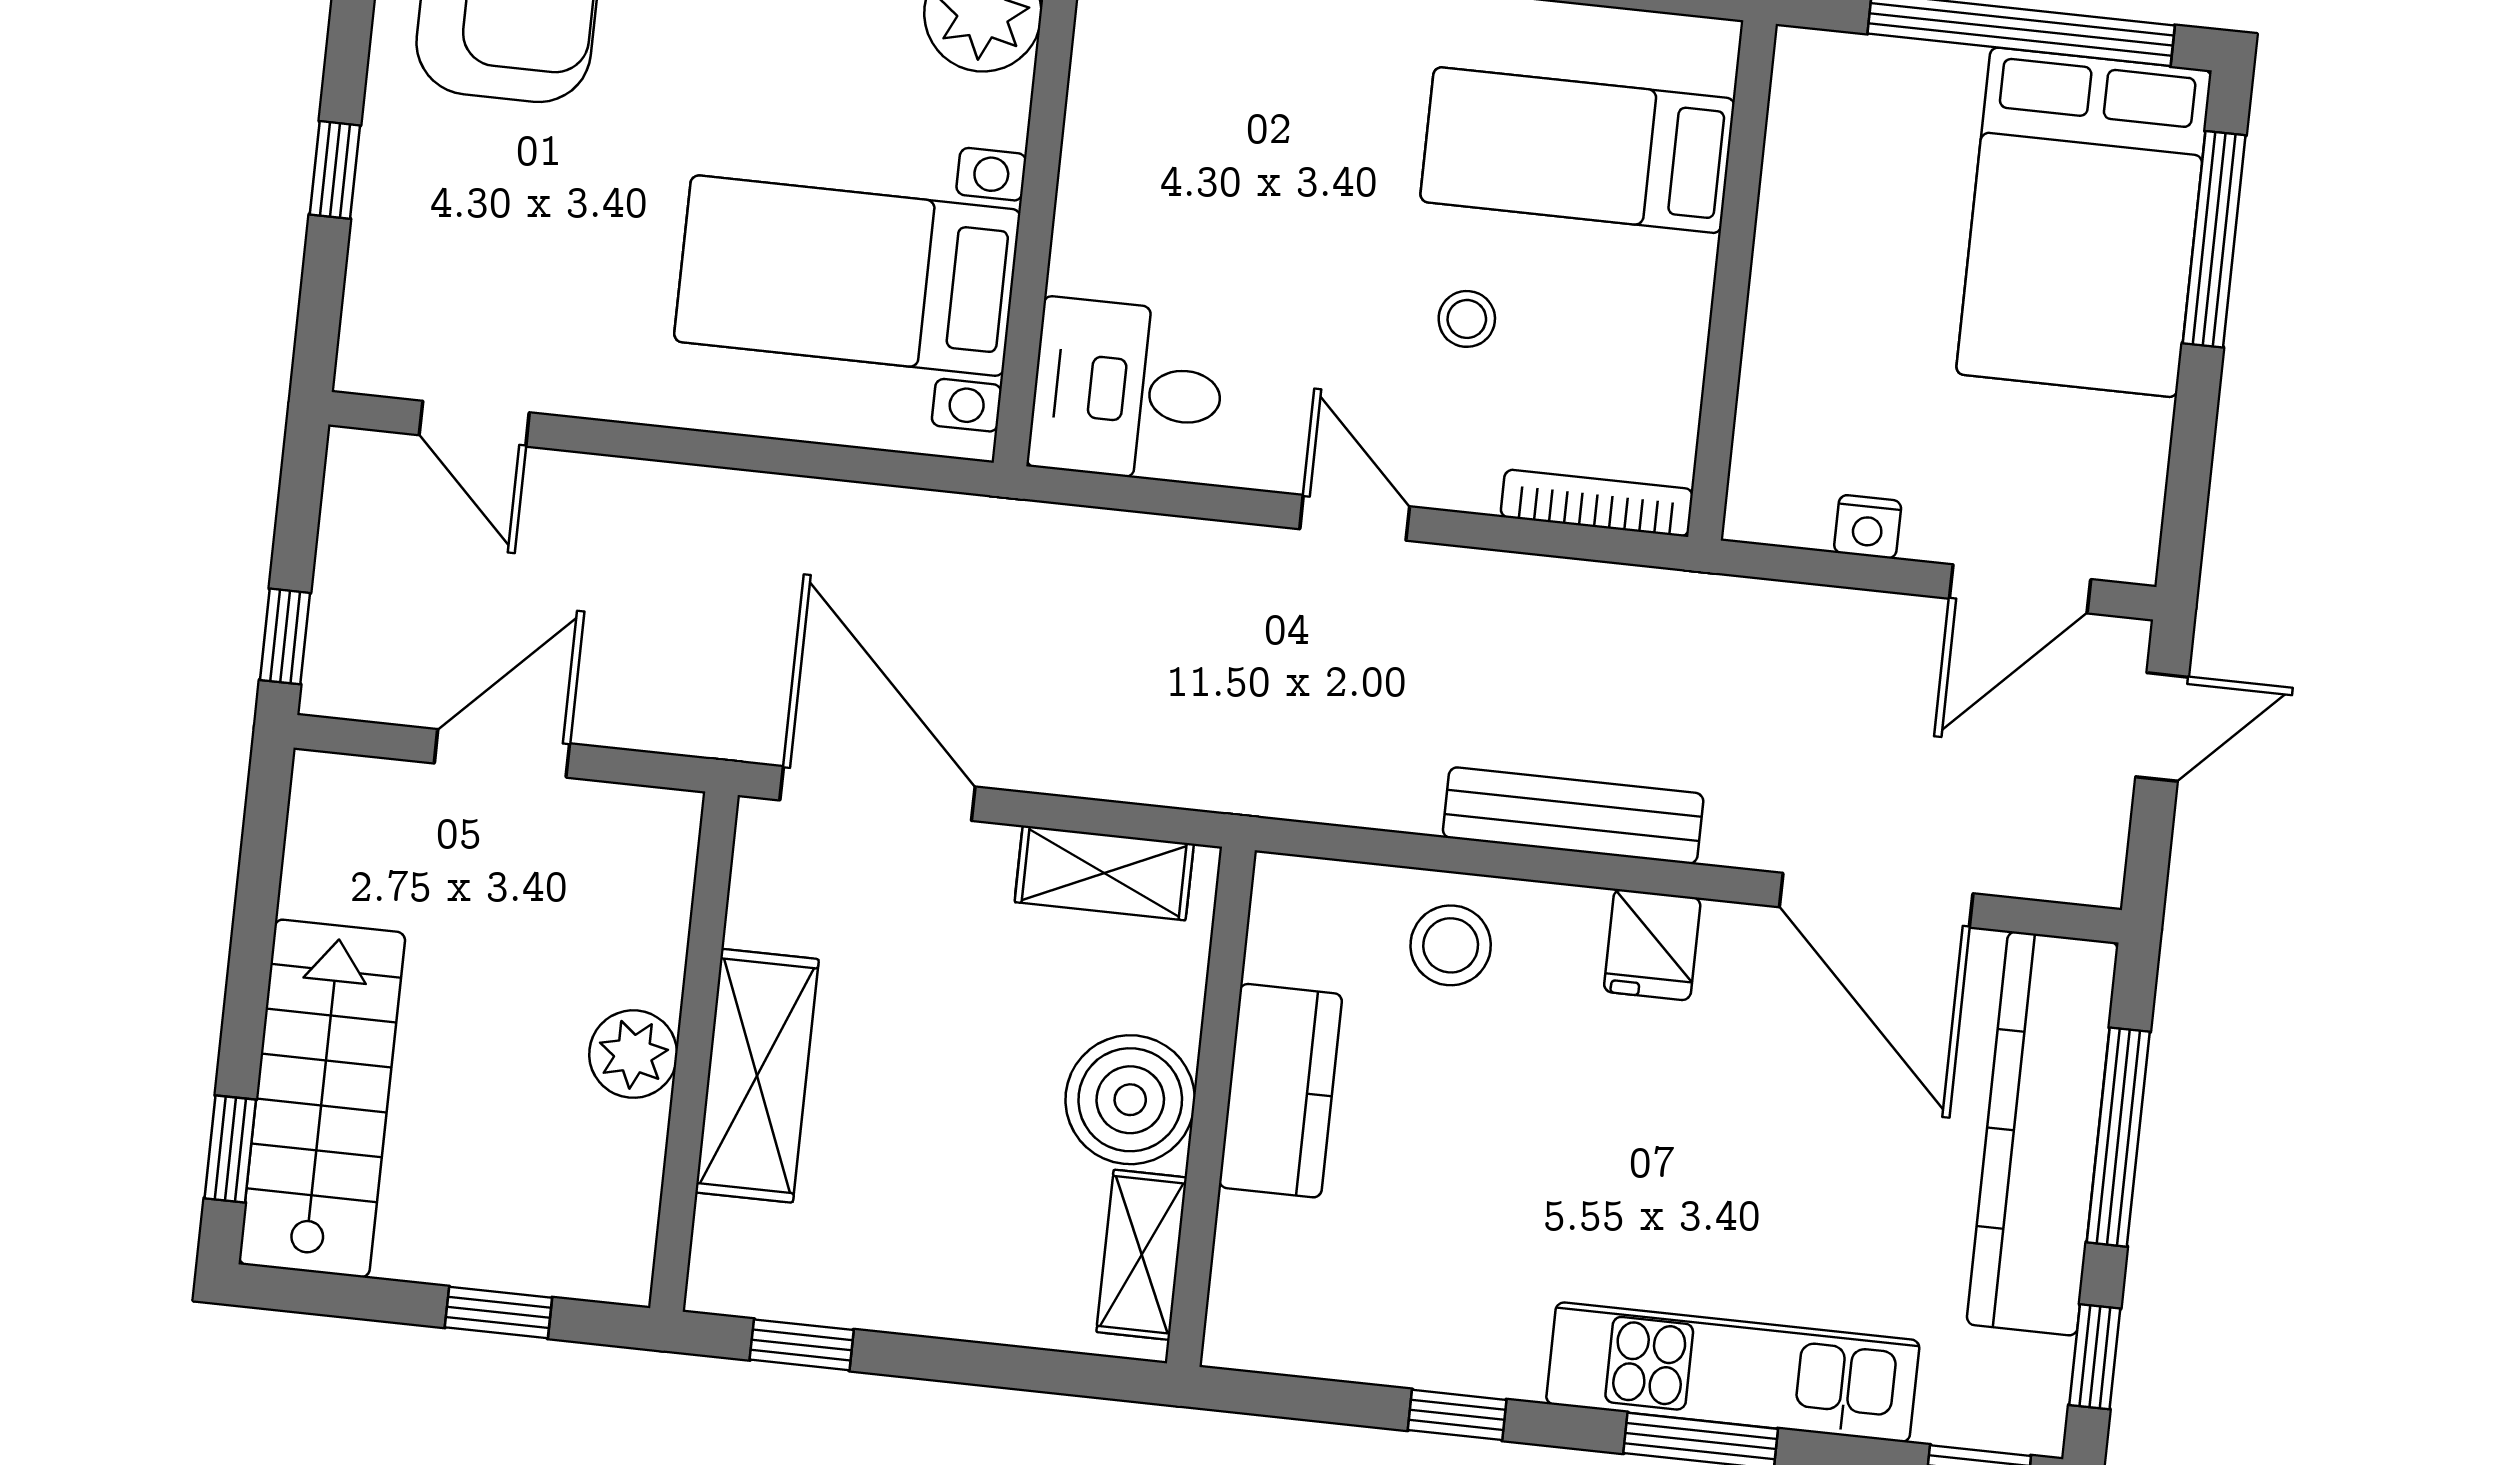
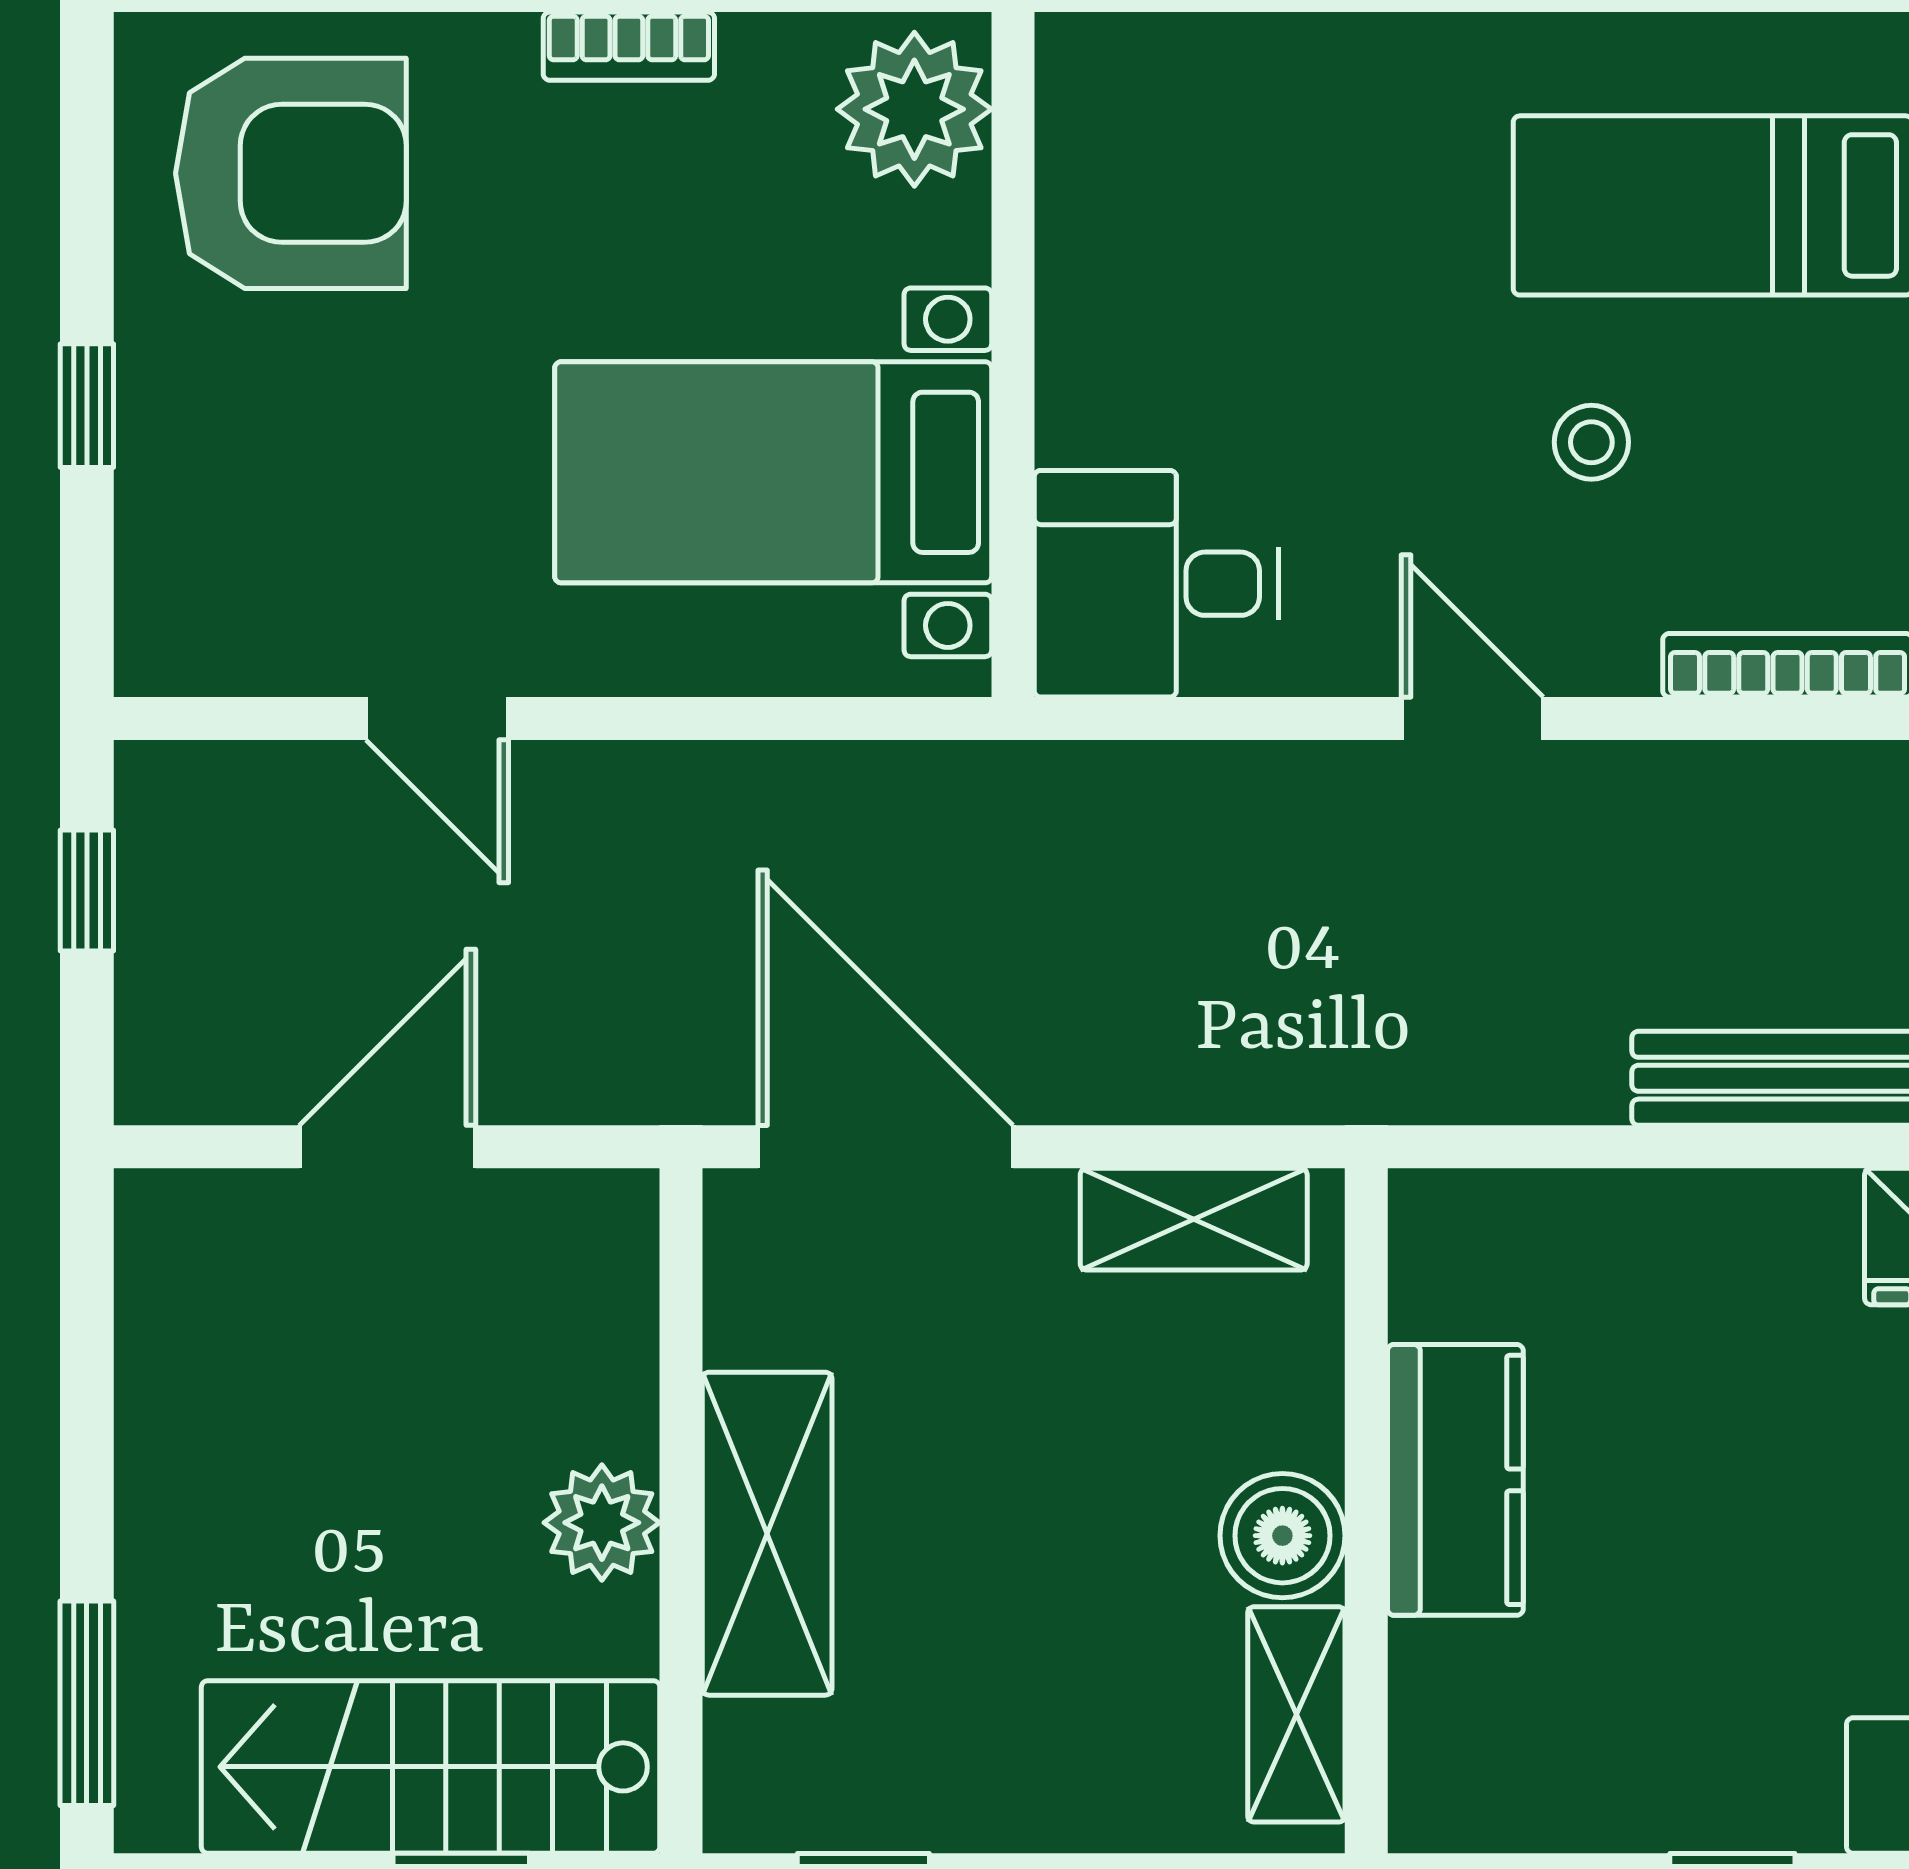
door: (474, 424) -> (437, 719), moved
window: (285, 636) -> (87, 891), moved
stool: (1451, 945) -> (1658, 1266), removed
stairs: (322, 1098) -> (431, 1767), moved, turned -90
boiler: (1130, 1100) -> (1282, 1536), width x0.73, depth x0.73
window: (230, 1149) -> (87, 1703), width x1.50

